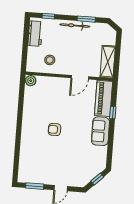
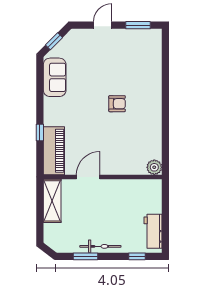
stool: (50, 60) -> (131, 197), removed
sofa: (100, 131) -> (55, 77), moved

